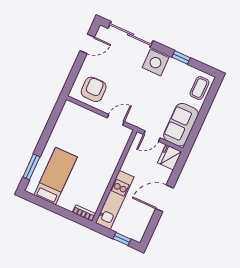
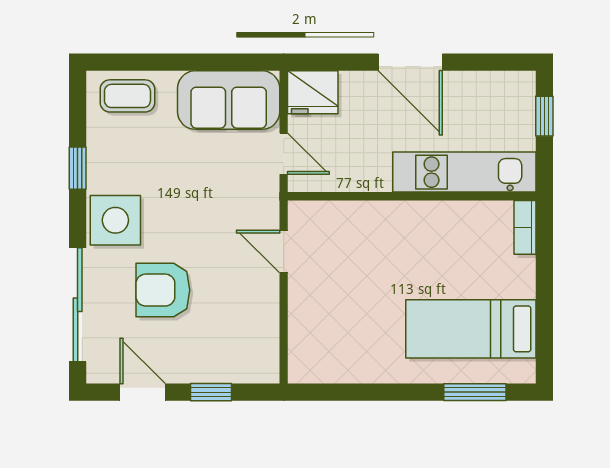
window: (76, 69) -> (211, 392), added
armchair: (94, 89) -> (163, 290), moved

